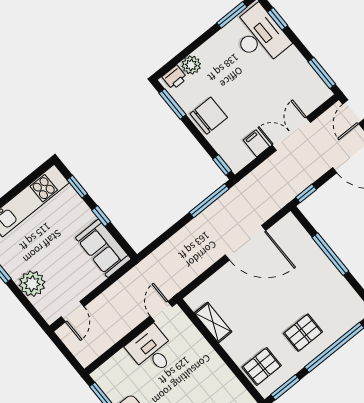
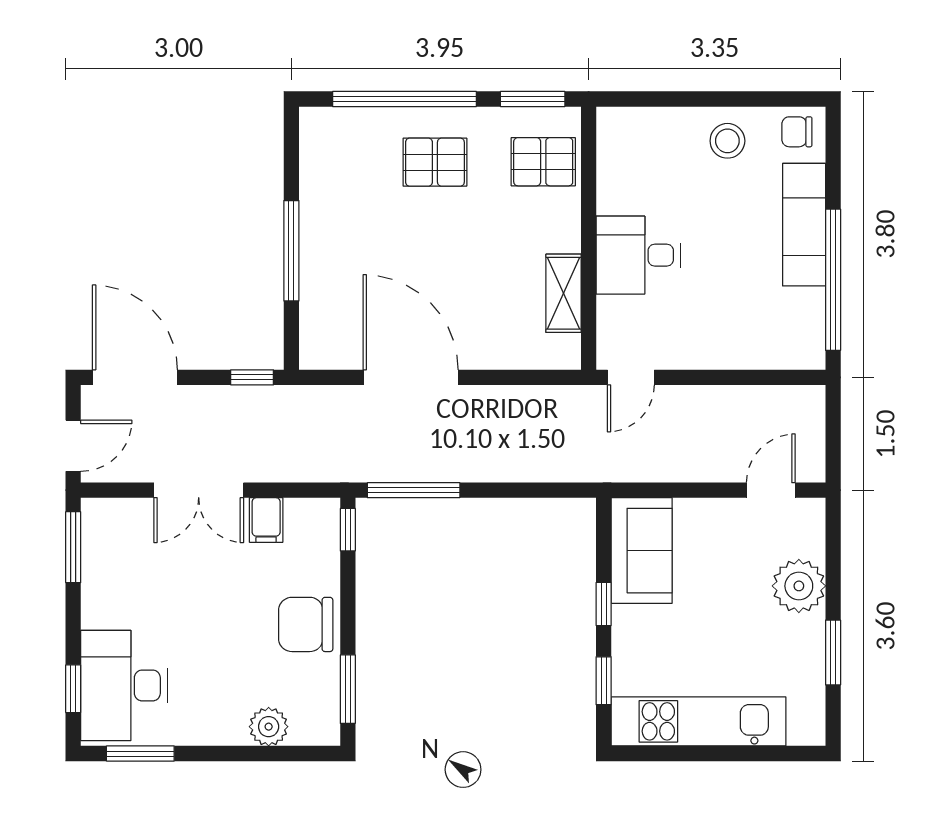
printer: (175, 77) -> (310, 728), removed
desk: (152, 350) -> (638, 255), moved, turned 90

